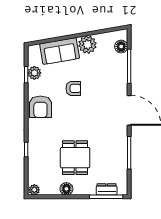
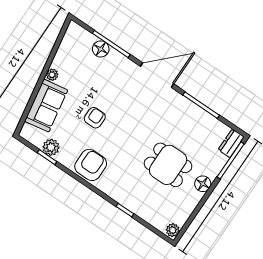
plant: (87, 45) -> (52, 75), width x0.53, depth x0.53
floor lamp: (121, 47) -> (101, 49), moved
armchair: (40, 107) -> (91, 165), turned -90
floor lamp: (66, 189) -> (203, 184), moved
dresser: (107, 189) -> (231, 143), moved

